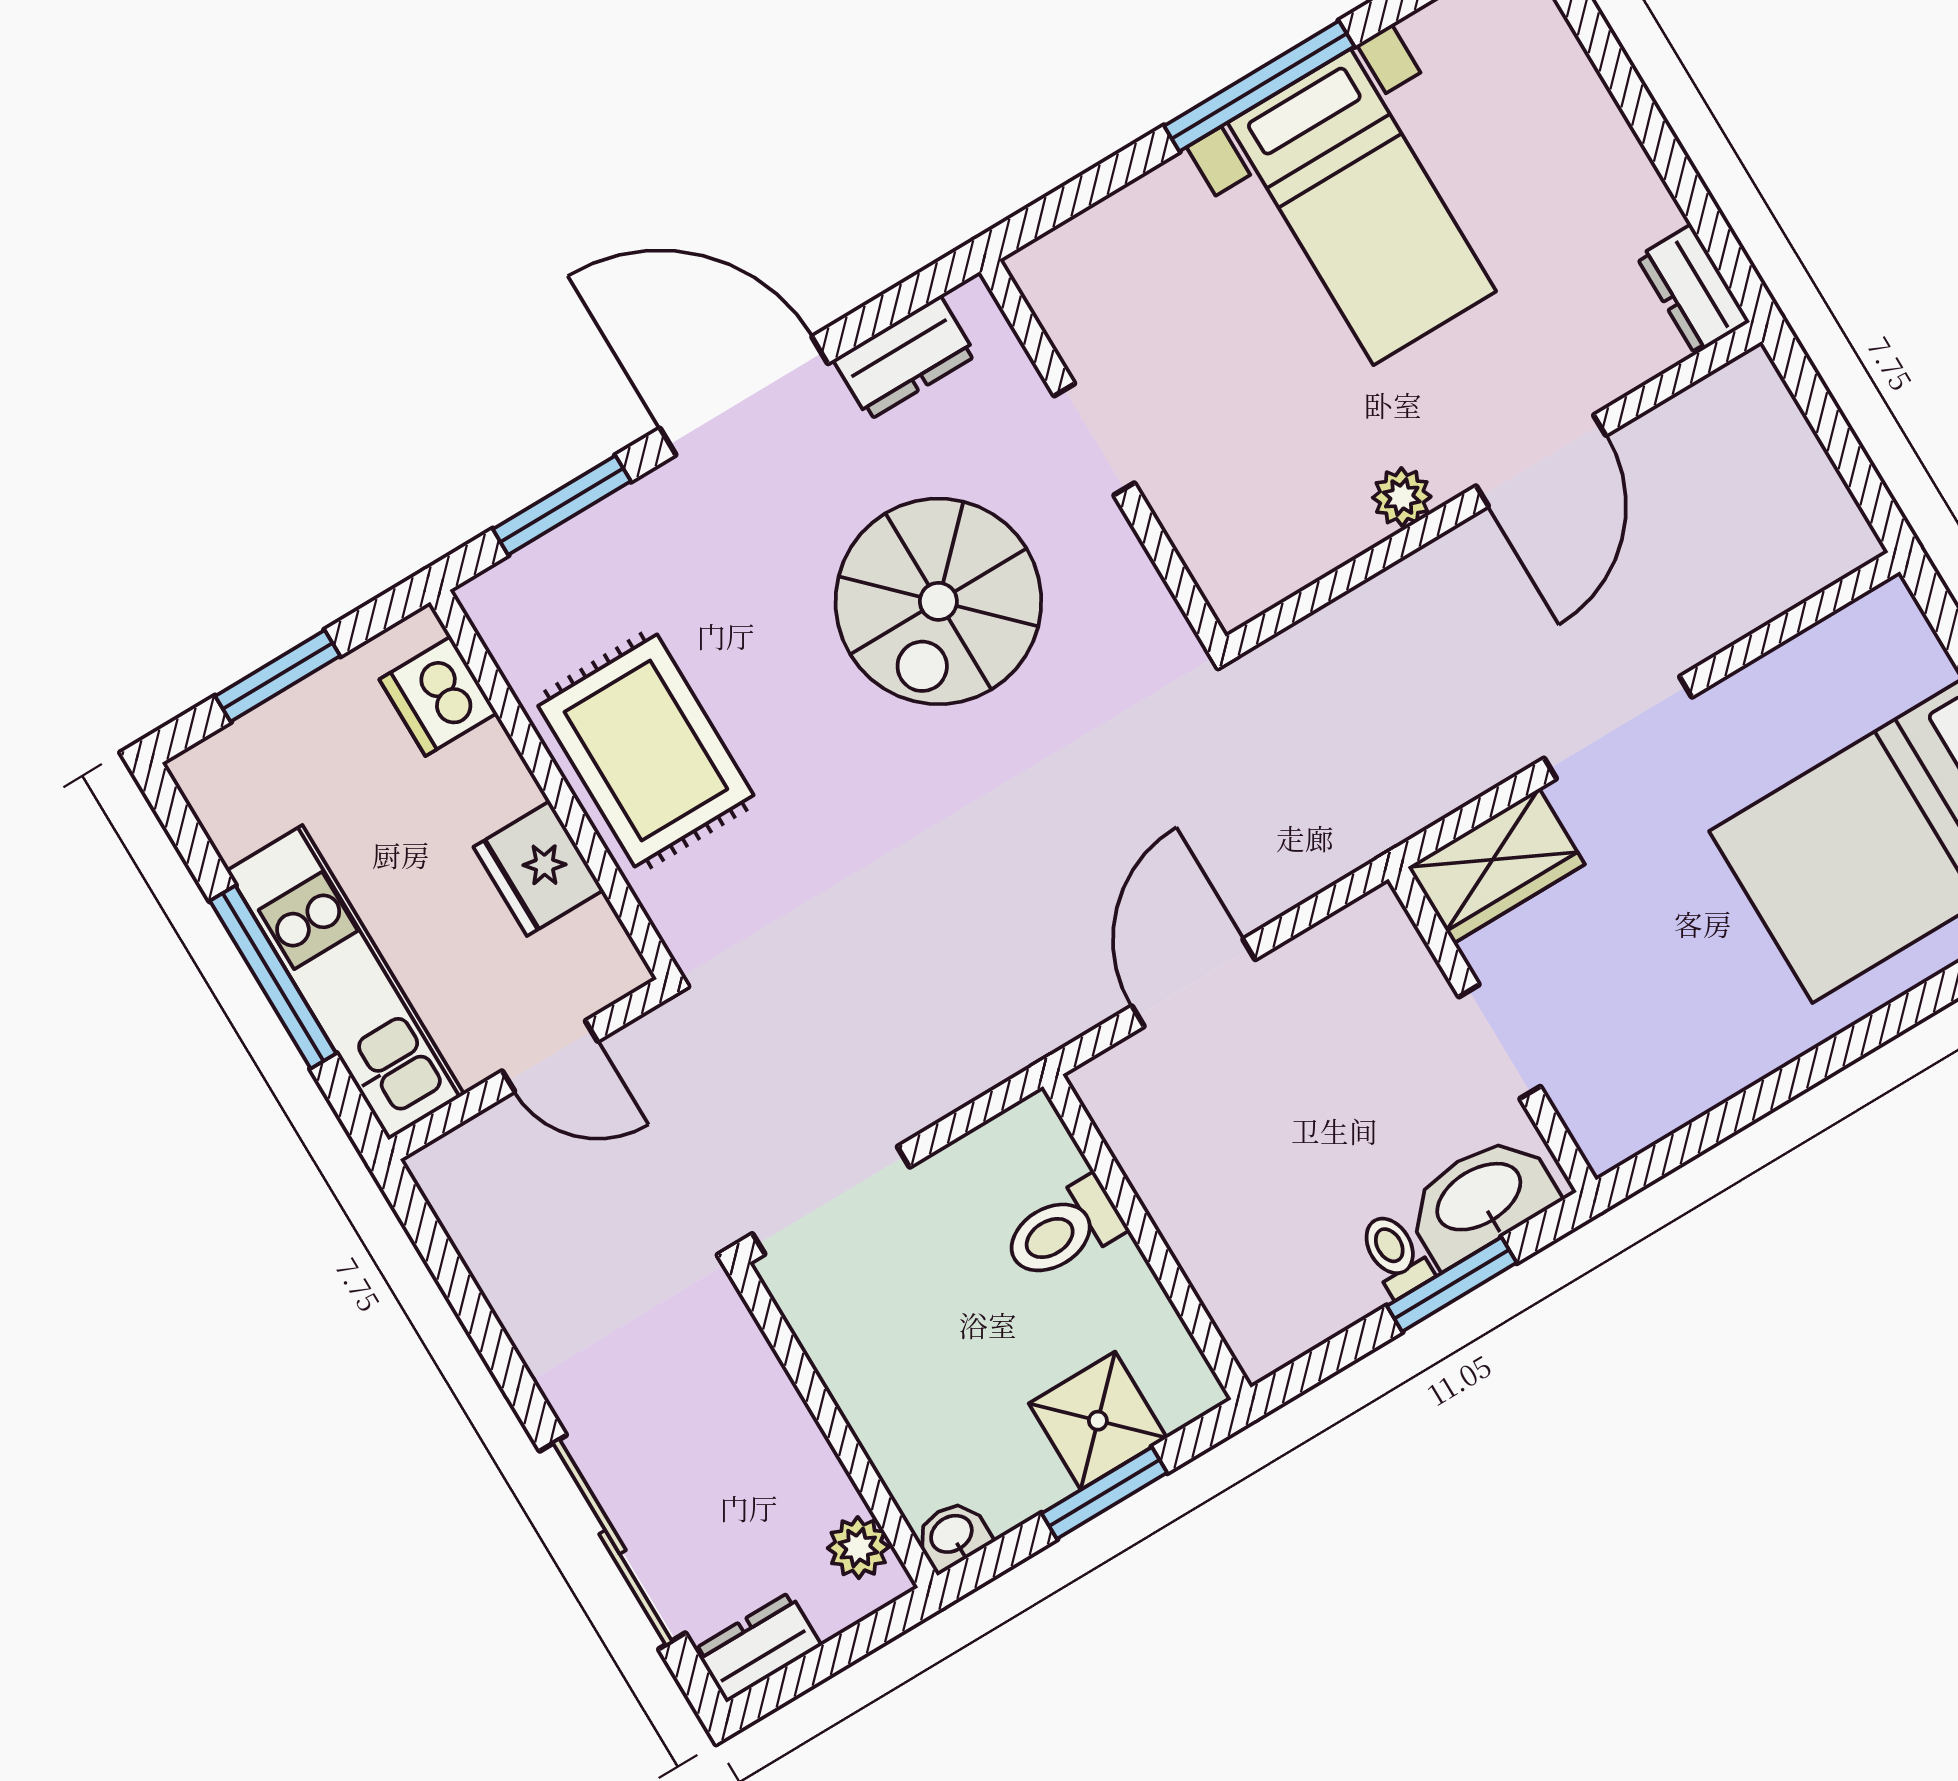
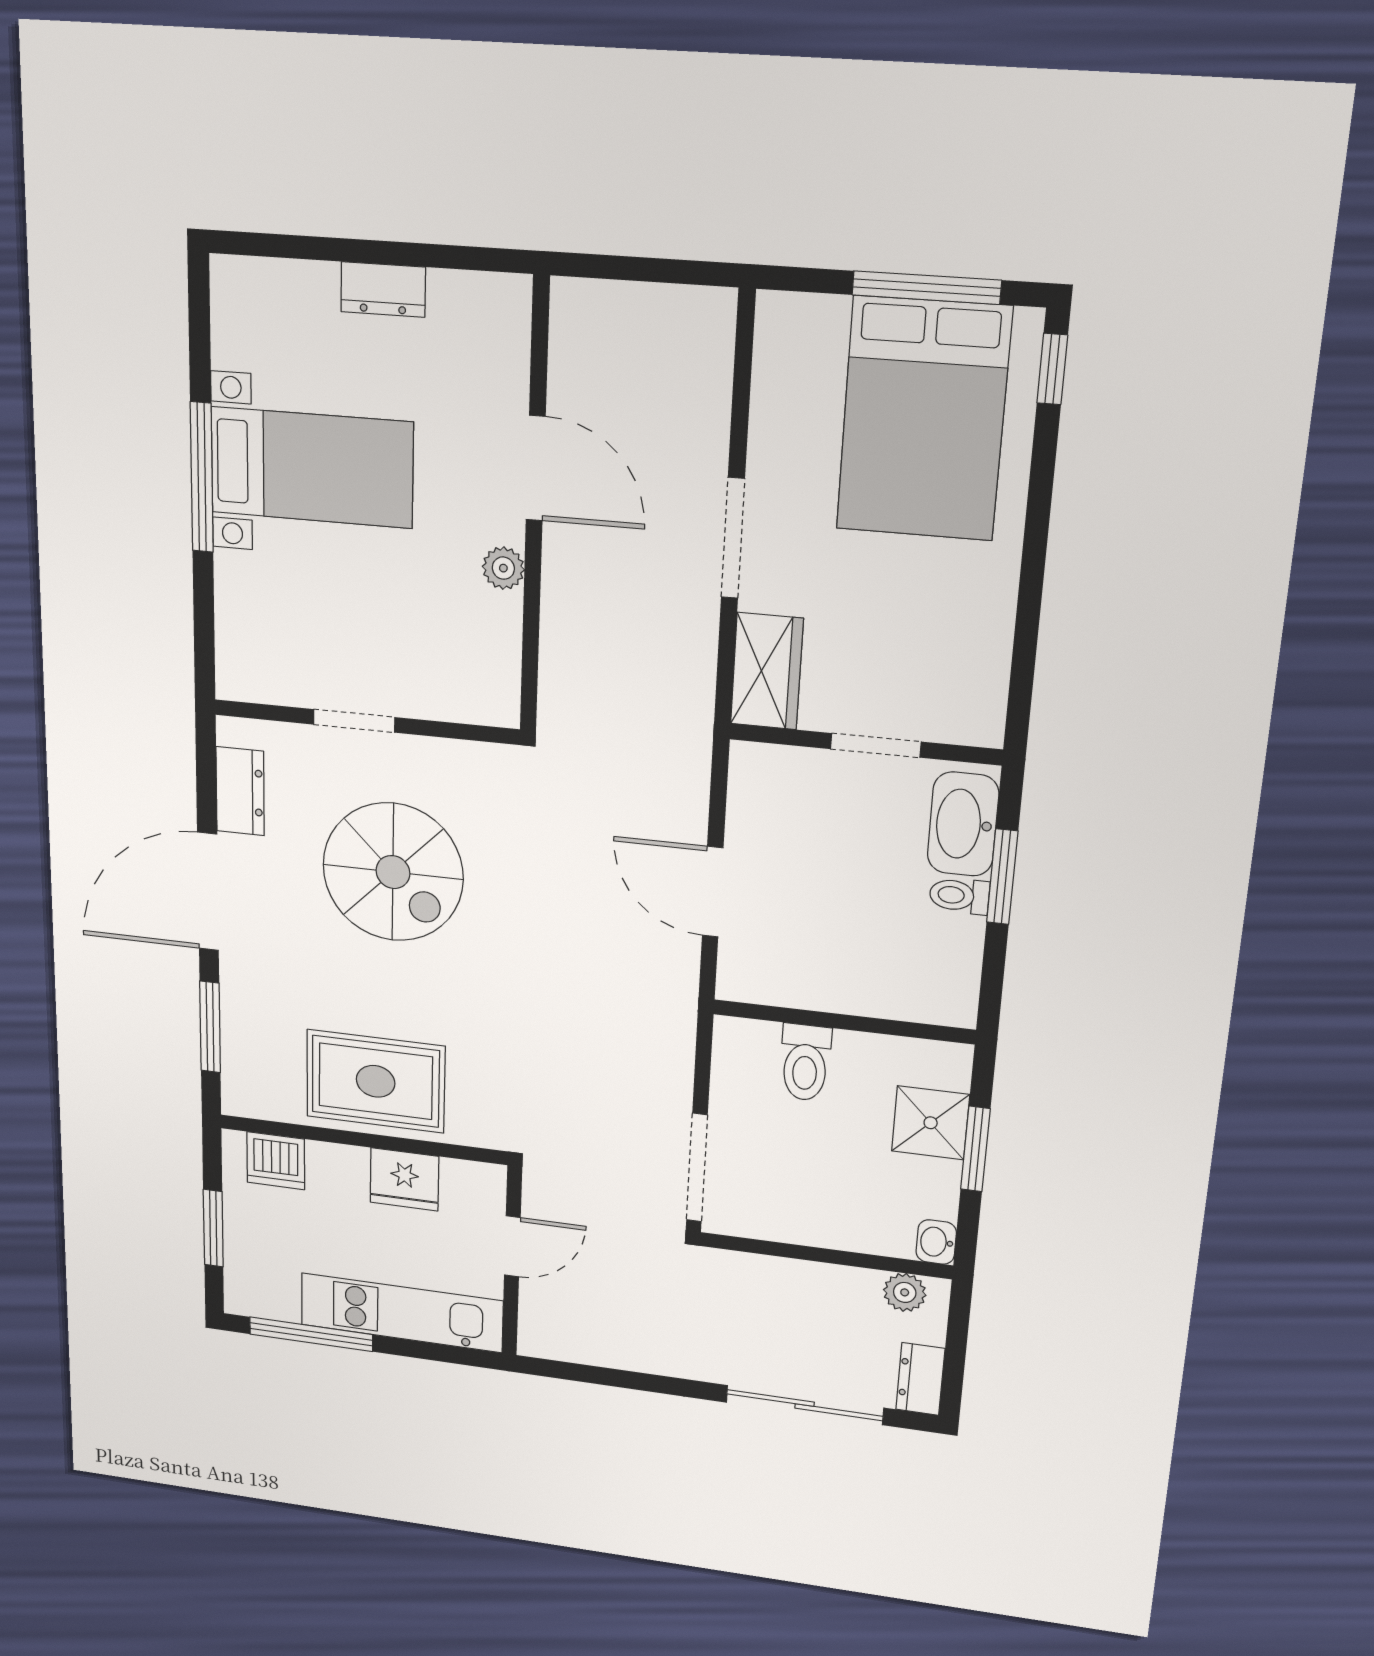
dresser: (1693, 290) -> (383, 289), moved
window: (273, 977) -> (311, 1334), moved

